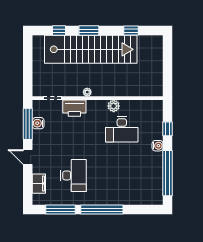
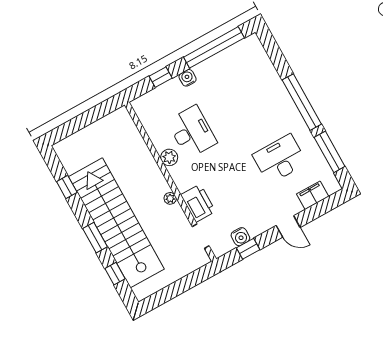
window: (28, 124) -> (248, 249), width x0.46
door: (28, 157) -> (288, 226), hinge flipped

